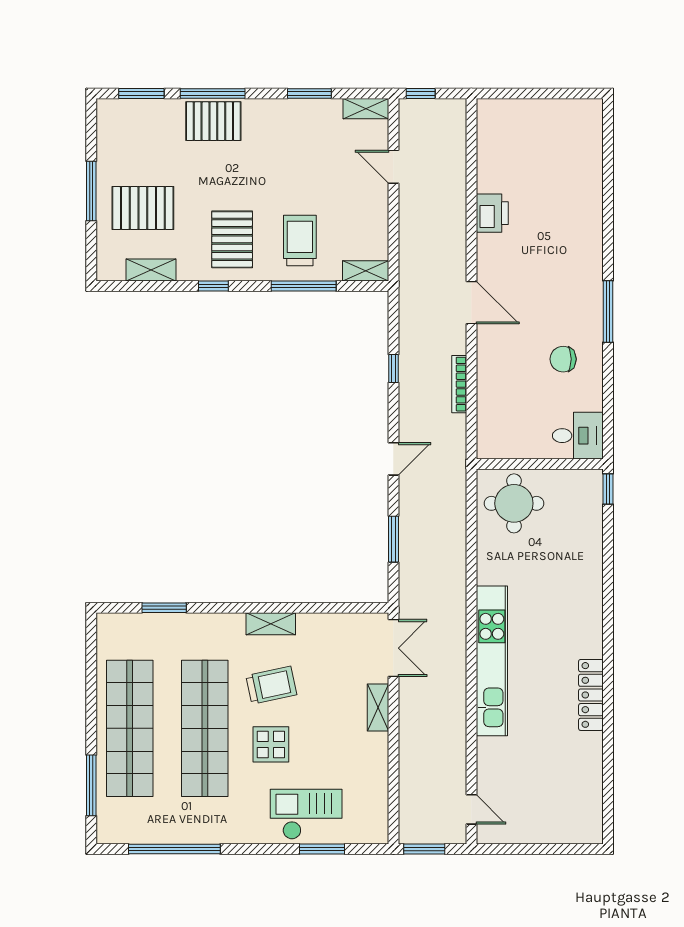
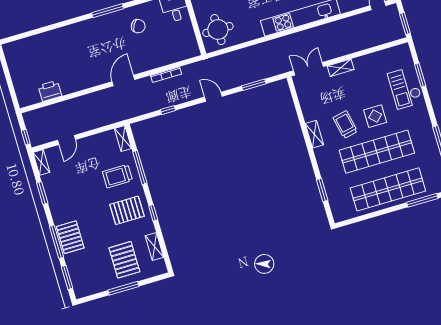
printer: (492, 213) -> (50, 91), moved
chair: (563, 359) -> (138, 26), turned -61

